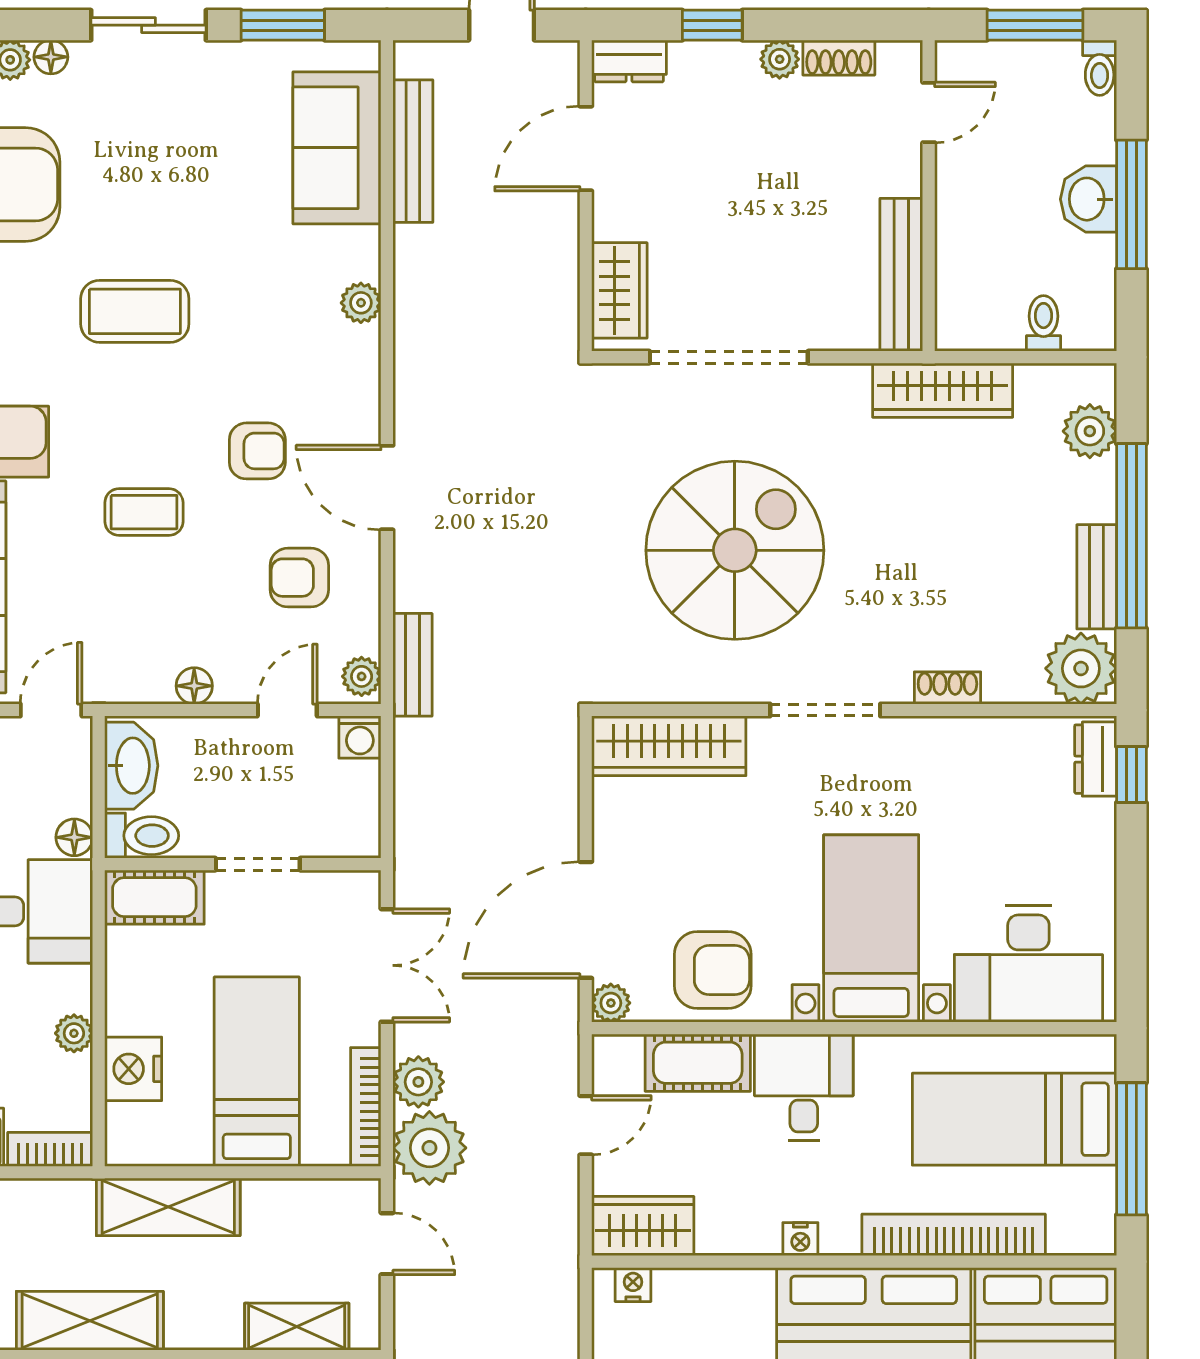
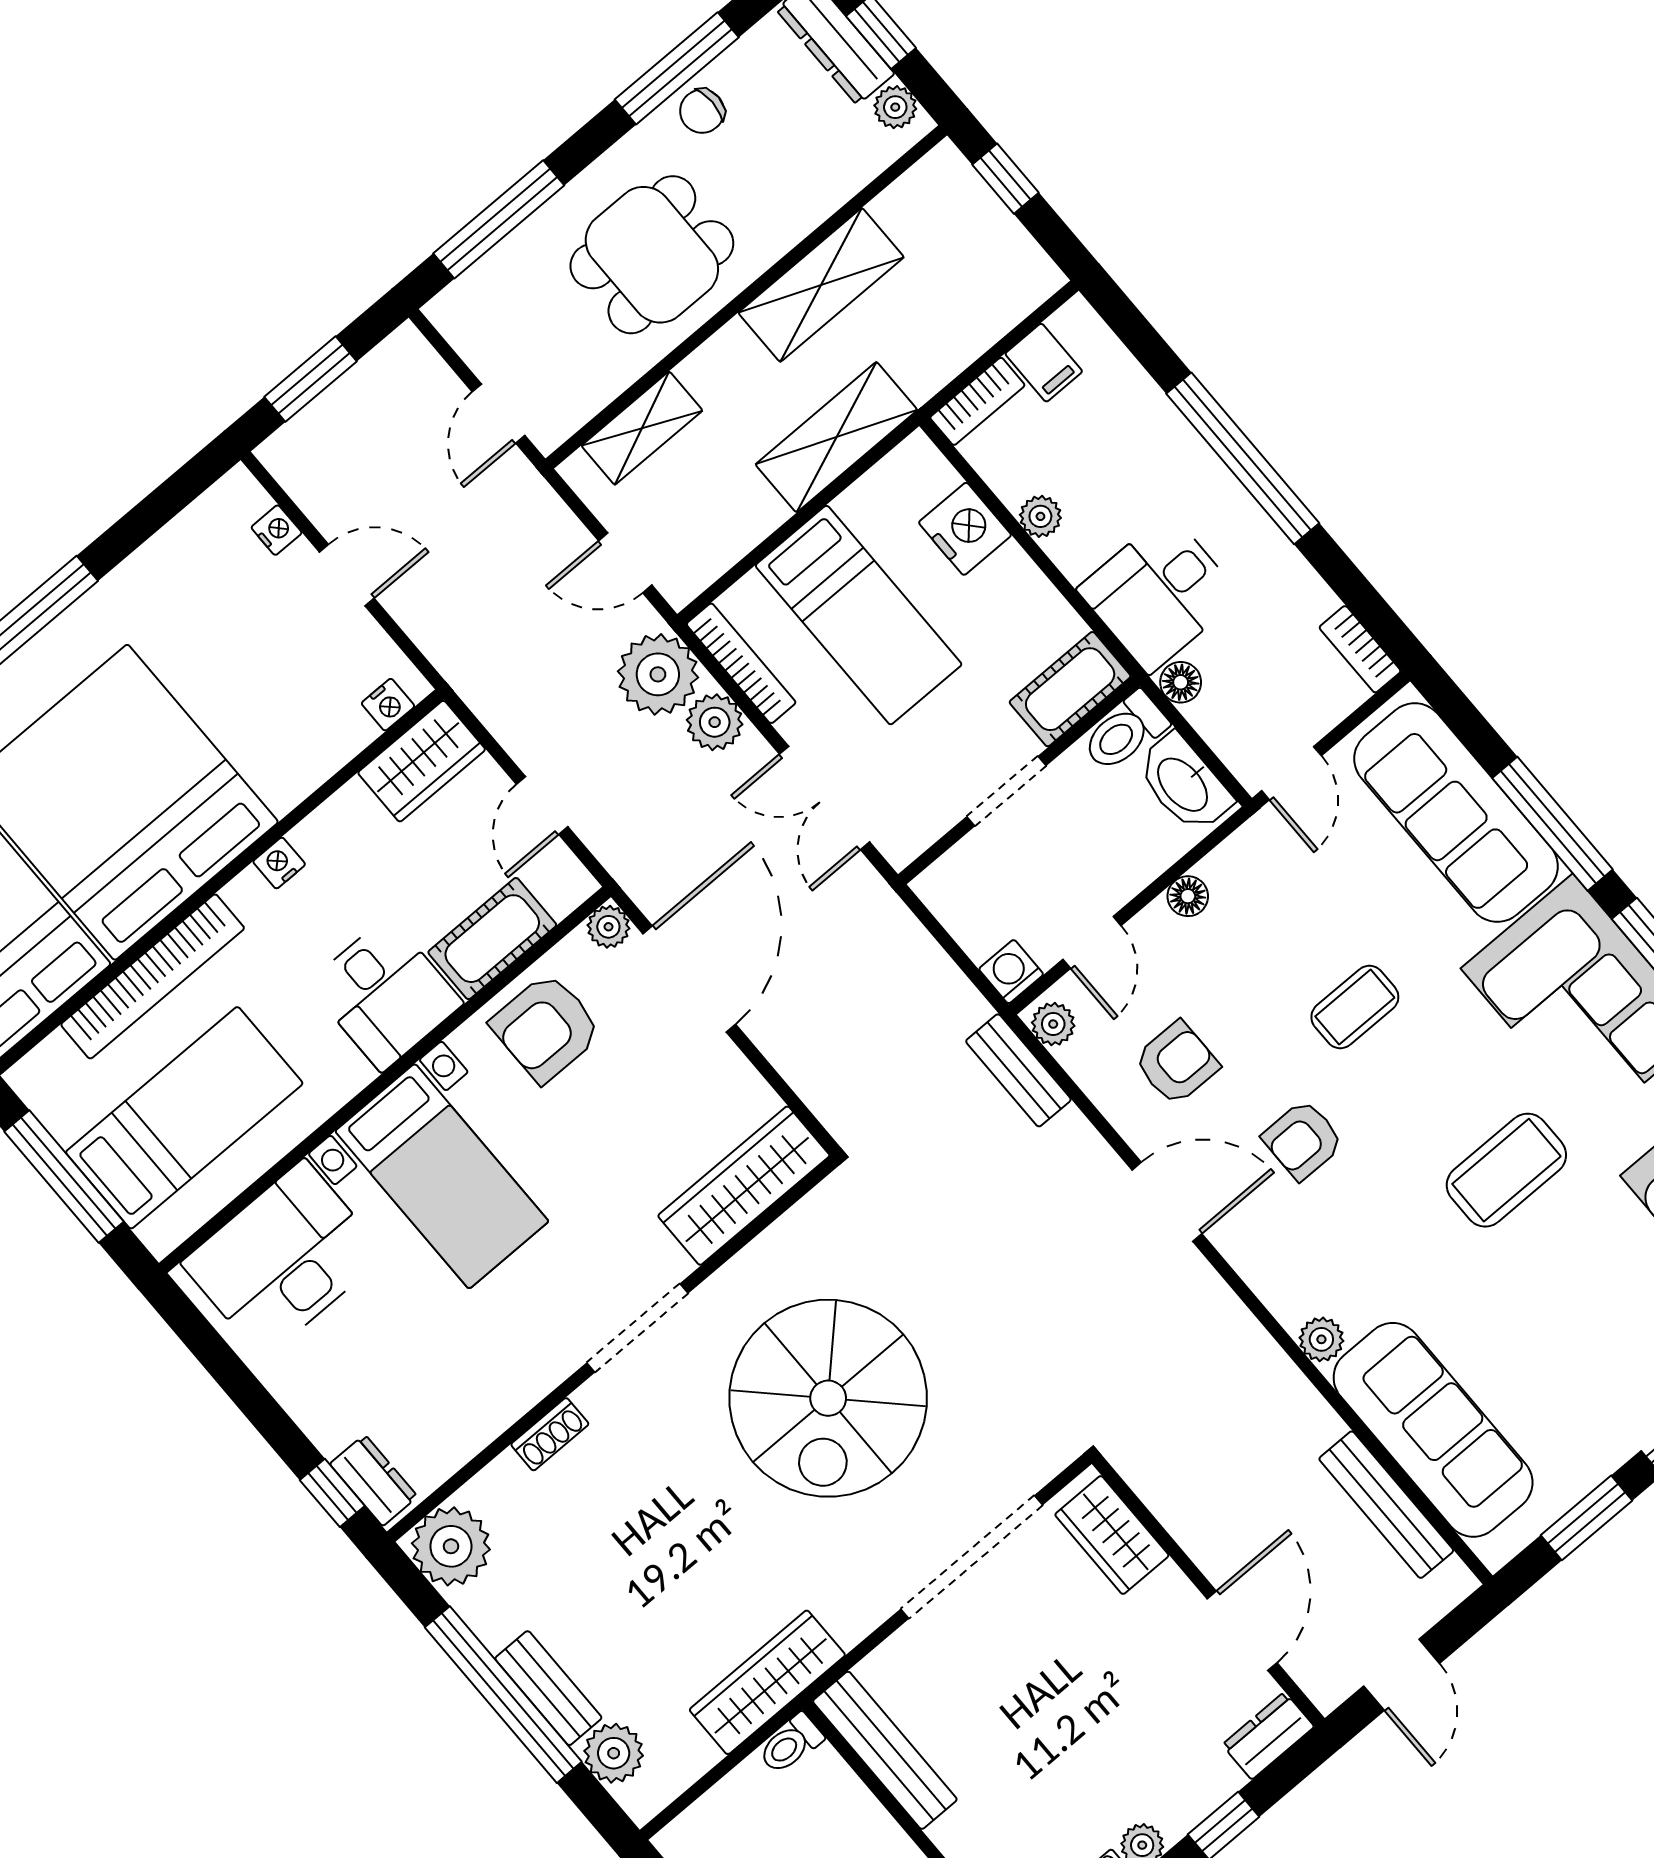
sofa: (337, 148) -> (1433, 1430), width x1.36
toilet: (1044, 323) -> (791, 1744), moved, turned 90
bench: (1097, 577) -> (548, 1688), moved

